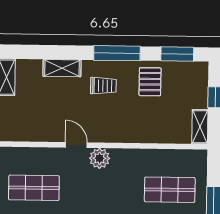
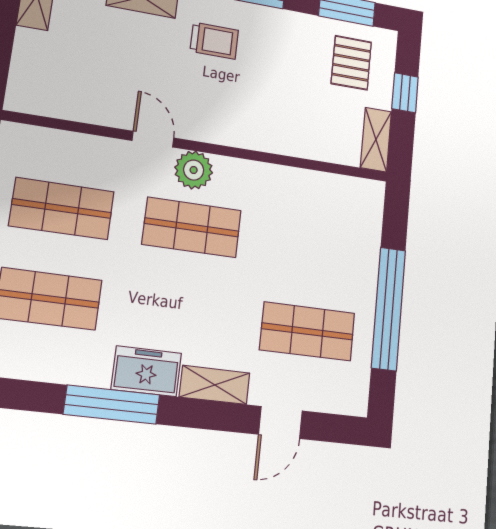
pallet: (150, 82) -> (351, 63), moved
shop shelf: (170, 190) -> (192, 227), moved

